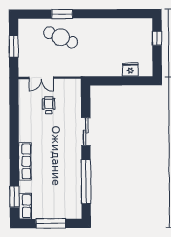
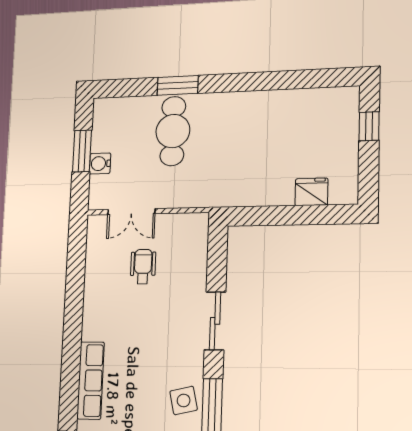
cafe table: (61, 37) -> (173, 131), turned 67
water cooler: (24, 53) -> (100, 164), added
side table: (72, 170) -> (184, 400), added

